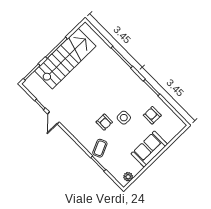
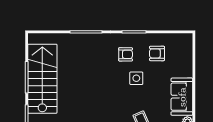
armchair: (104, 122) -> (126, 54), moved
sofa: (149, 149) -> (182, 97), moved

